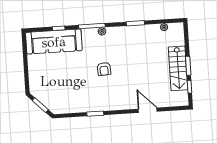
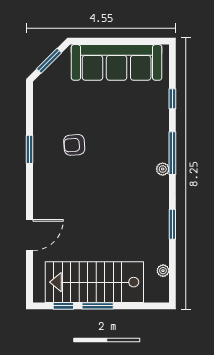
sofa: (54, 42) -> (117, 62), moved, turned -90
stairs: (178, 68) -> (94, 282), width x1.36, depth x1.51
armchair: (104, 69) -> (74, 145), moved

